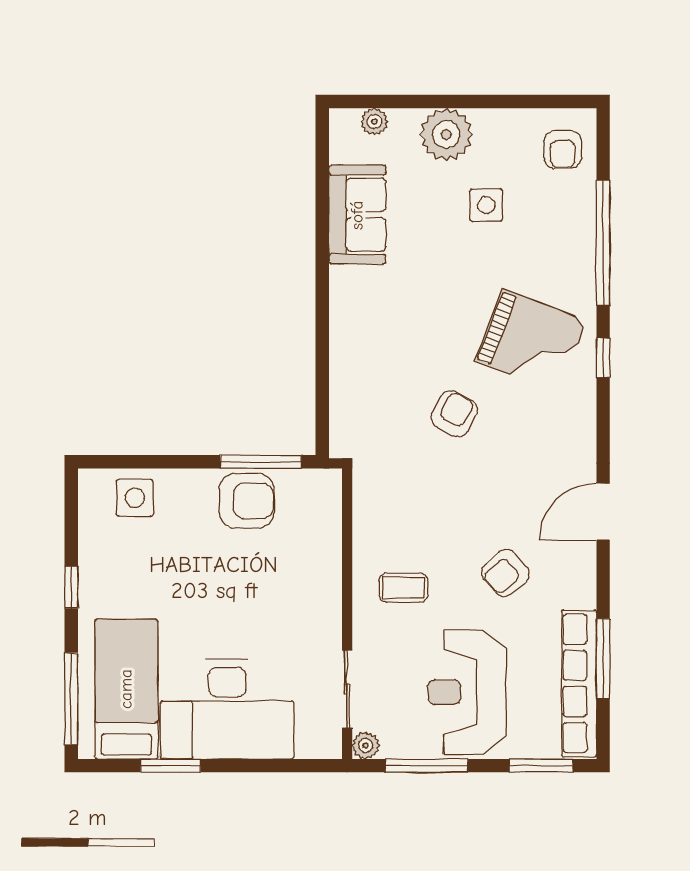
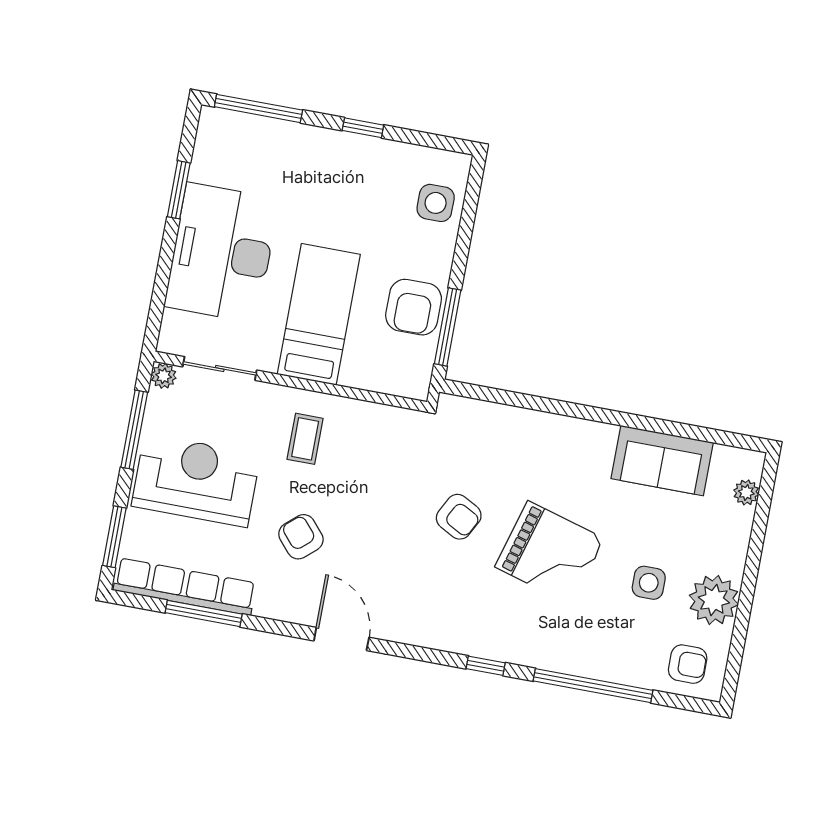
plant: (446, 135) -> (714, 600), moved
armchair: (563, 149) -> (688, 664), turned 180
grand piano: (531, 341) -> (550, 553), moved, turned -95
bed: (126, 689) -> (319, 314), moved, turned -90

